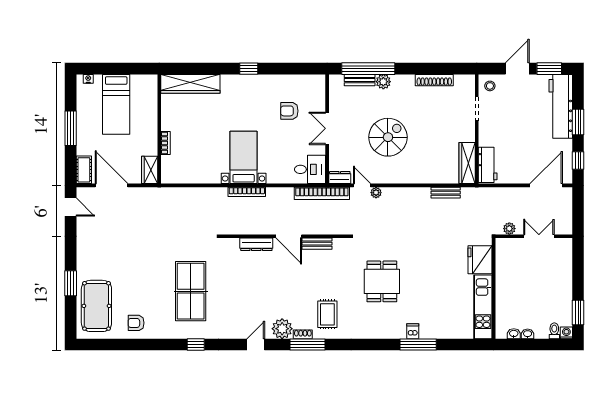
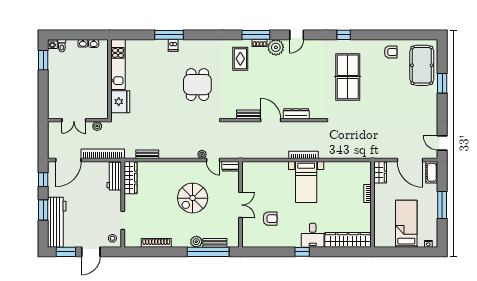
desk: (310, 169) -> (313, 235), moved, turned -90
bookcase: (322, 193) -> (103, 154), moved

